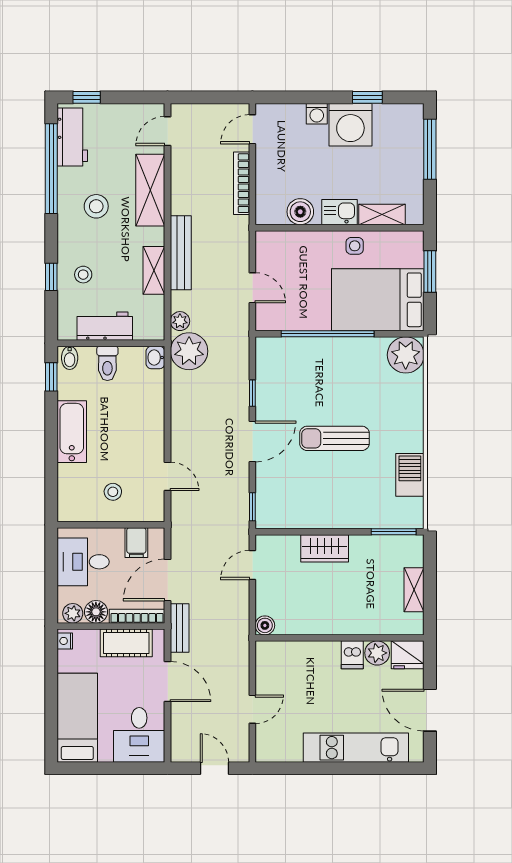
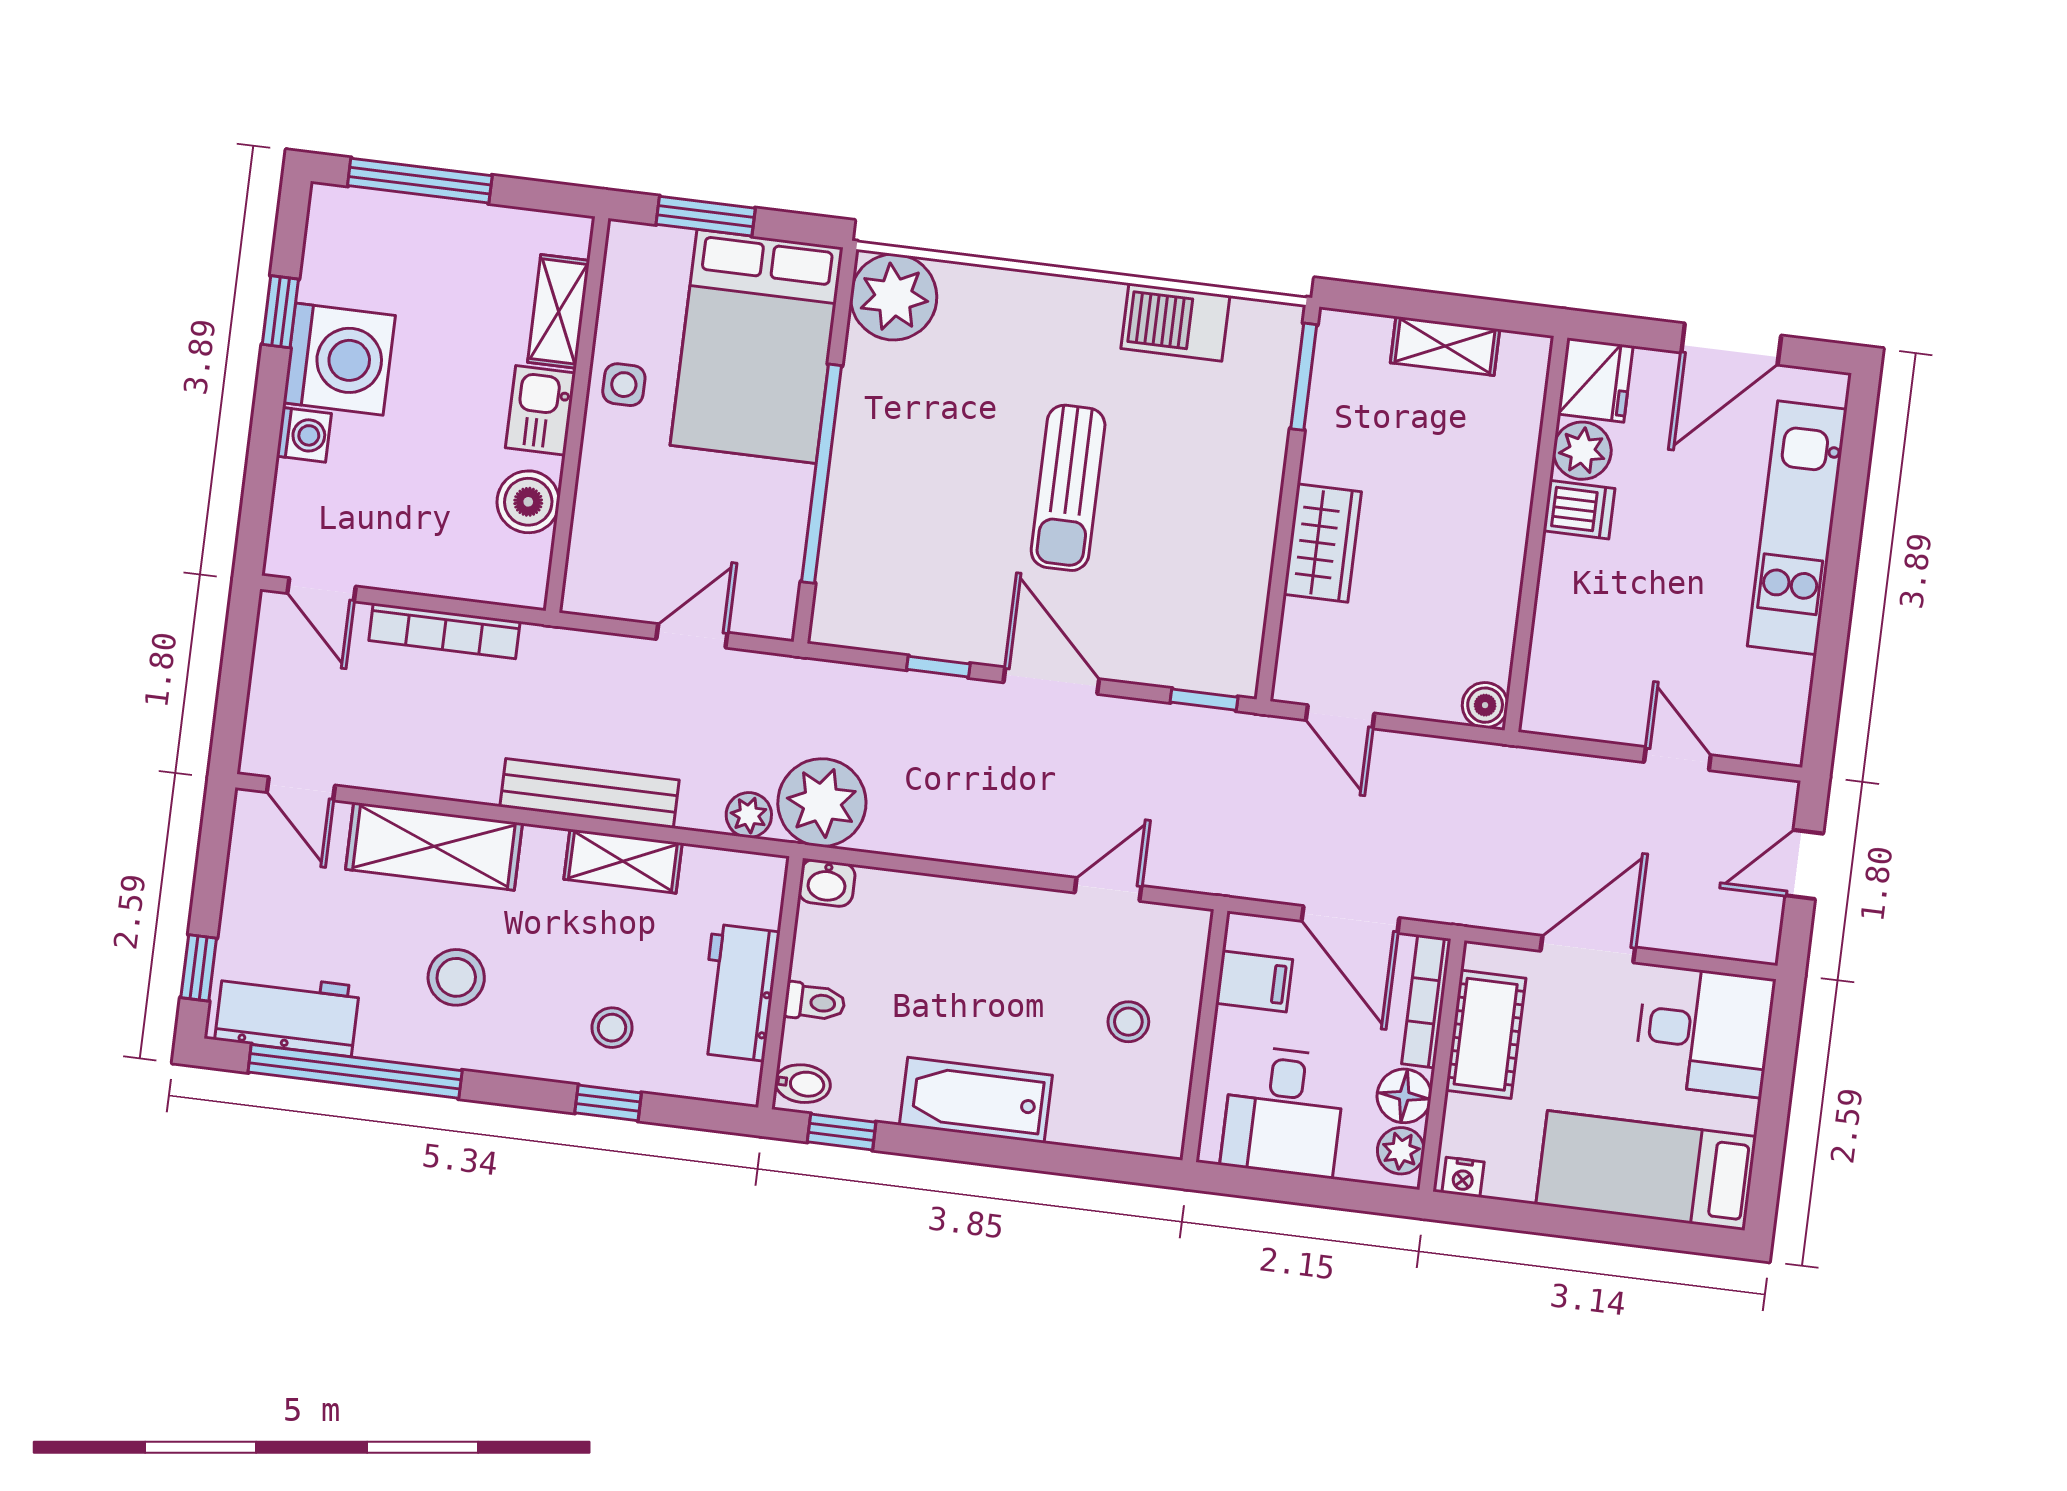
toilet: (107, 363) -> (815, 1002), width x0.73, depth x0.72
bench: (180, 628) -> (1466, 905), removed

